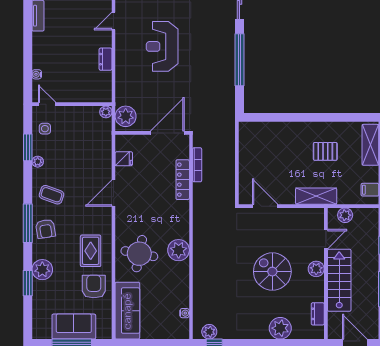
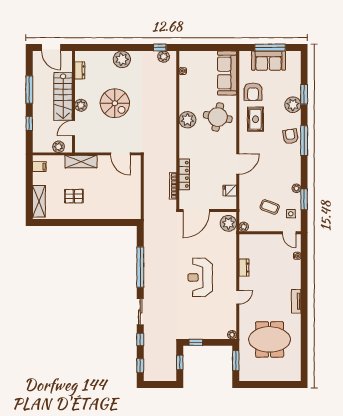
reception desk: (162, 46) -> (200, 277), turned 180
coffee table: (51, 195) -> (270, 207), moved
plant: (280, 328) -> (122, 59), moved

